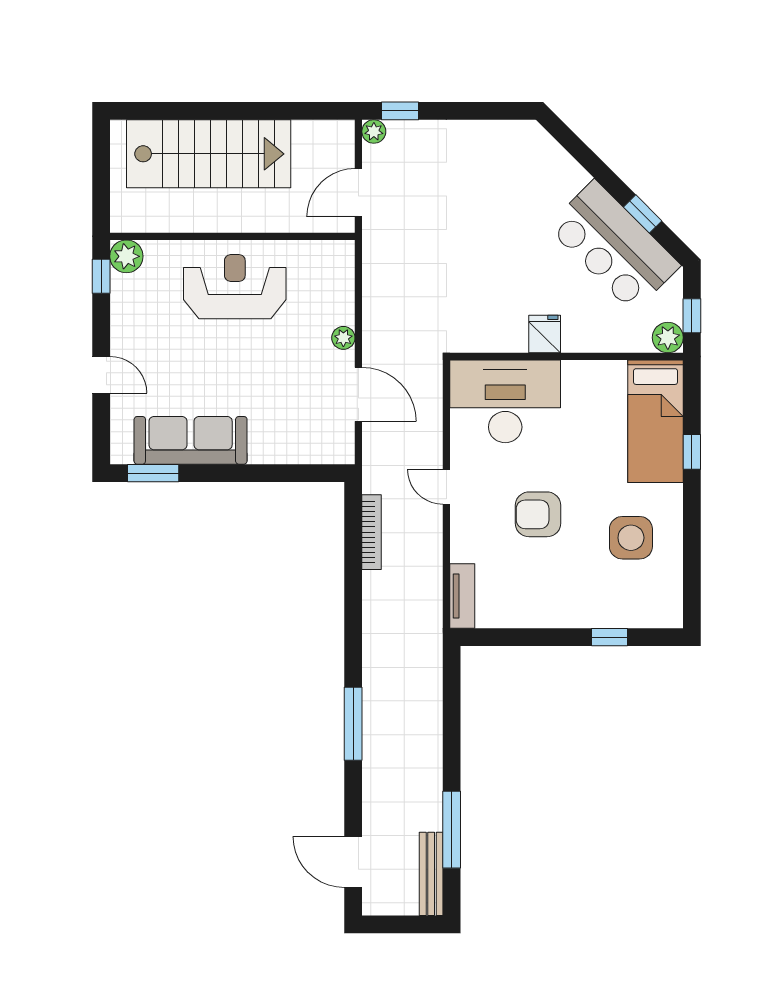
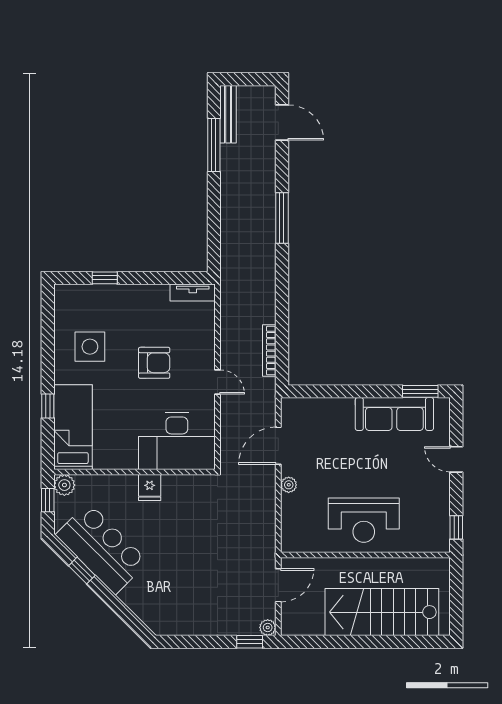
plant: (126, 256) -> (439, 541), removed
door: (358, 394) -> (278, 446), hinge flipped
tv unit: (462, 596) -> (193, 293), moved, turned -90

